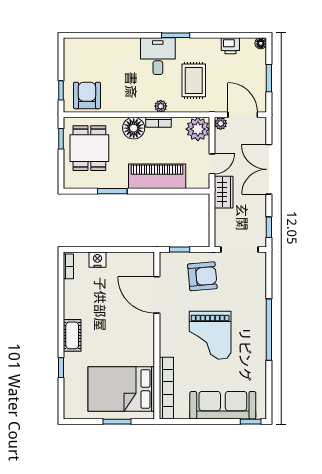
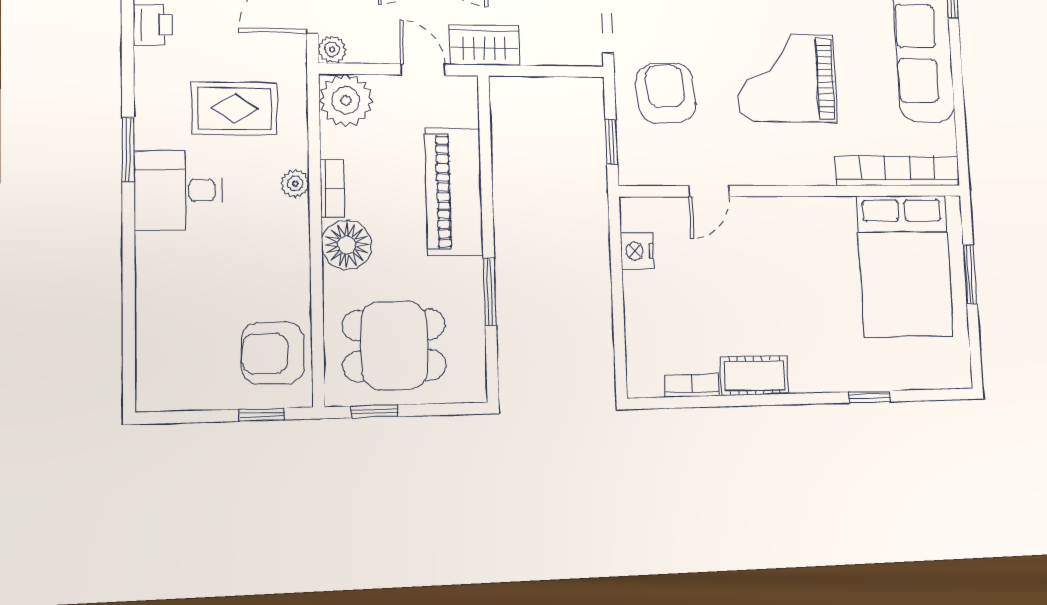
nightstand: (97, 260) -> (637, 251), moved
bookcase: (68, 266) -> (692, 385), moved
door: (157, 295) -> (709, 191), width x0.53
cot: (72, 335) -> (755, 375), moved
grand piano: (210, 335) -> (786, 78), turned 180

